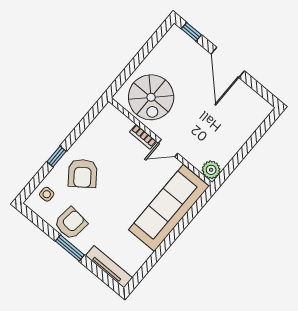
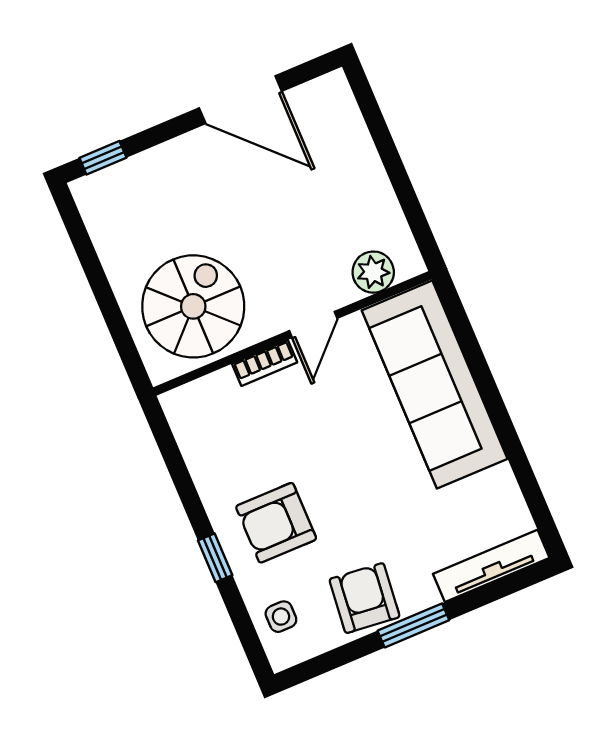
door: (228, 62) -> (240, 100), moved
spiral stairs: (151, 97) -> (193, 306), turned -90
plant: (211, 170) -> (373, 272), moved
armchair: (83, 173) -> (276, 523), turned 127

